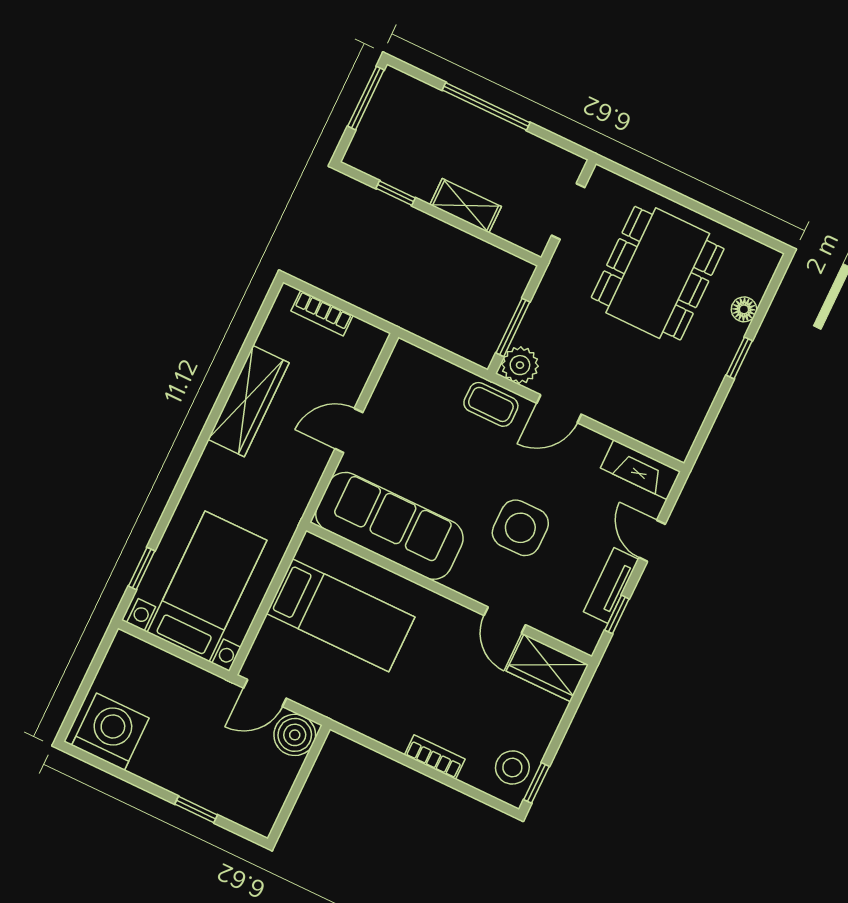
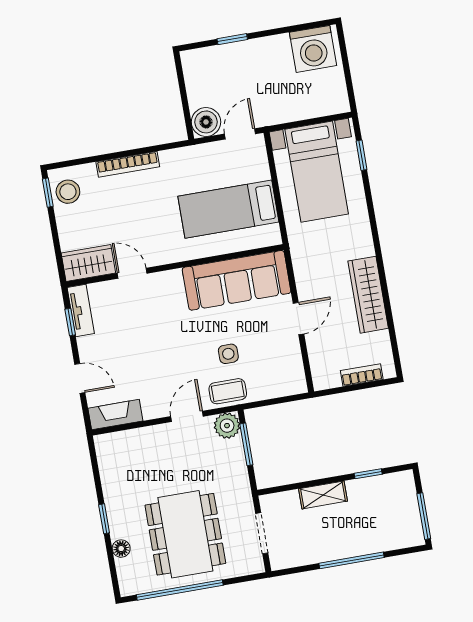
window: (710, 213) -> (180, 590), added
side table: (520, 528) -> (228, 354), moved, width x0.54, depth x0.54
tv unit: (611, 586) -> (81, 310), moved
bookcase: (435, 757) -> (128, 164), width x1.56

